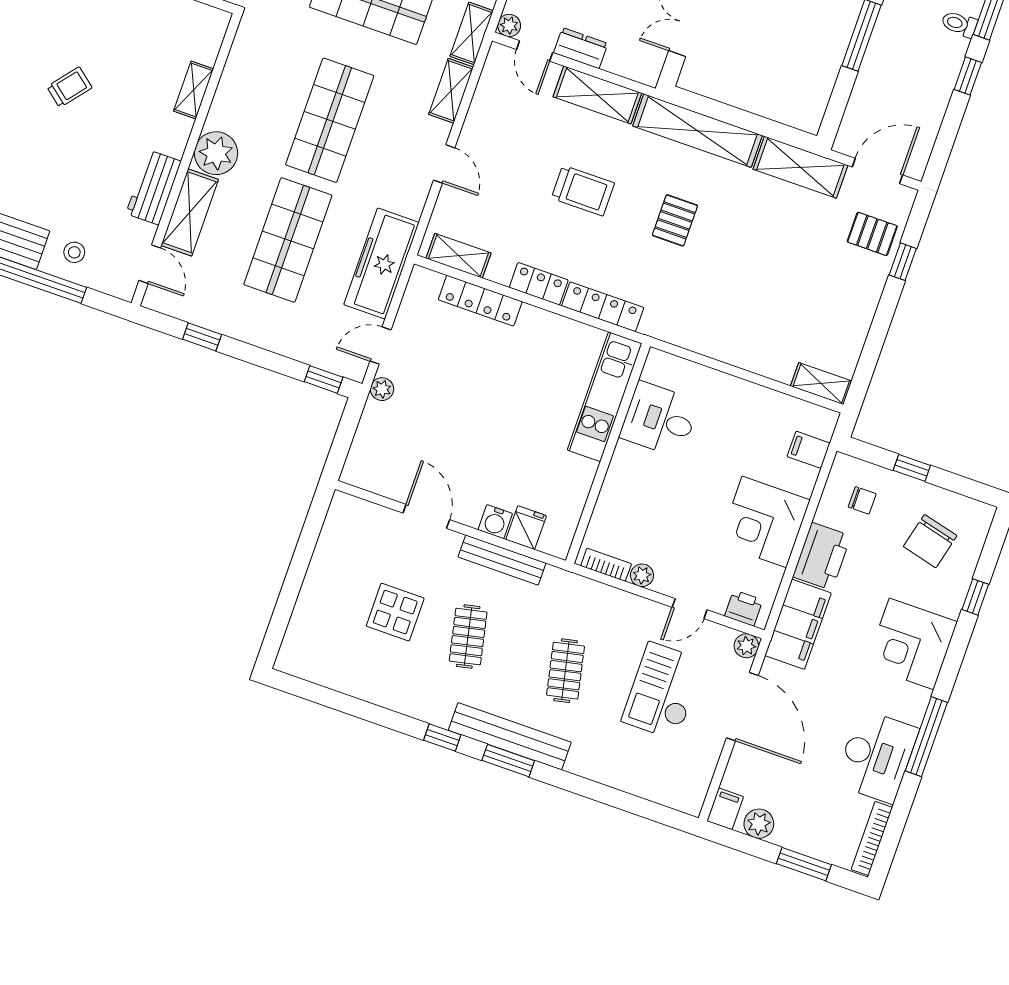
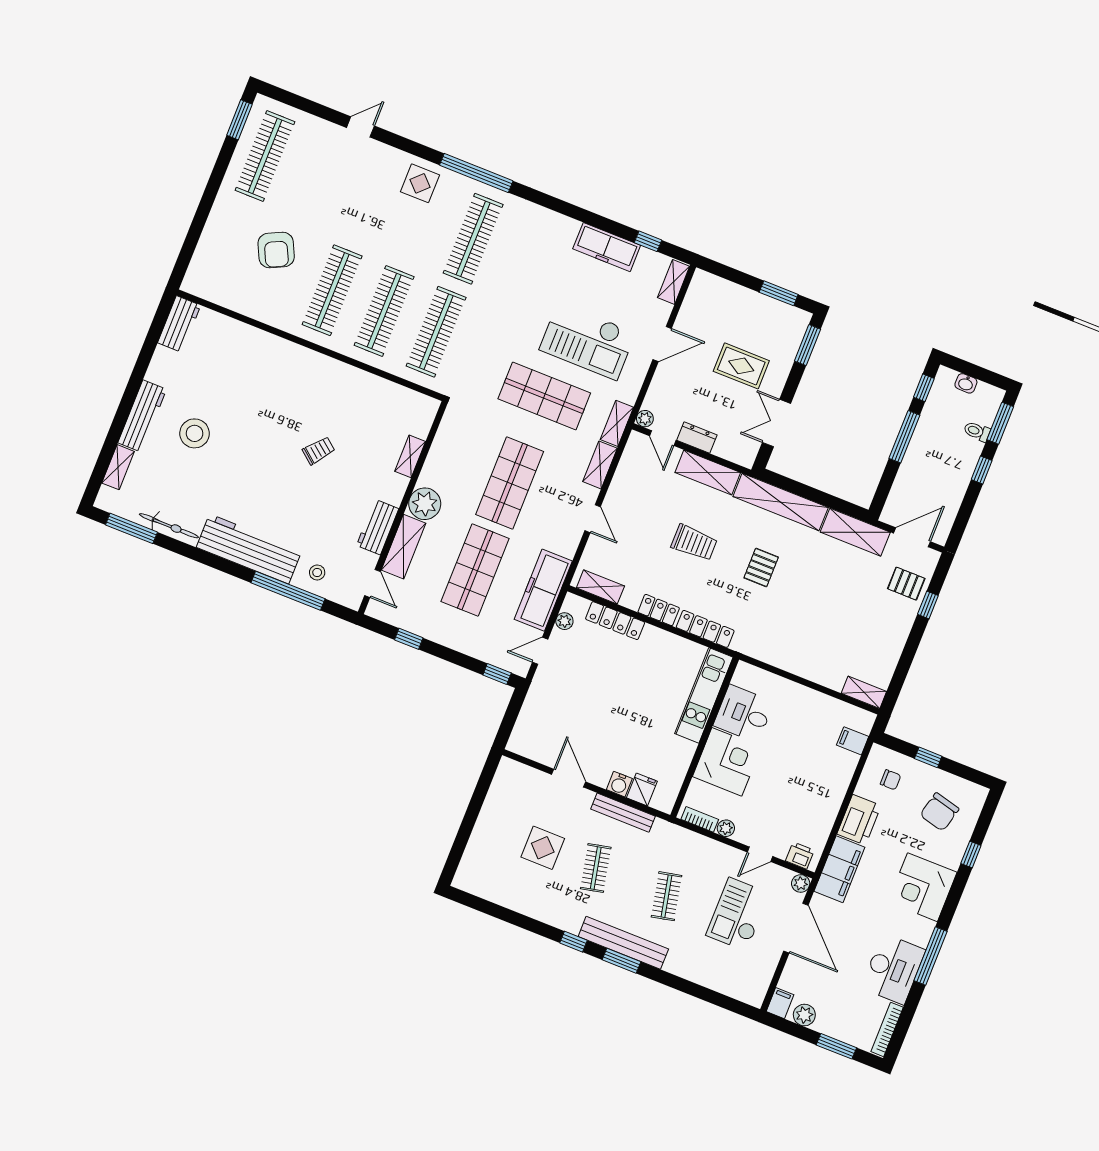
plant: (382, 389) -> (564, 621), moved
corner desk: (764, 522) -> (727, 762), moved, turned 180

